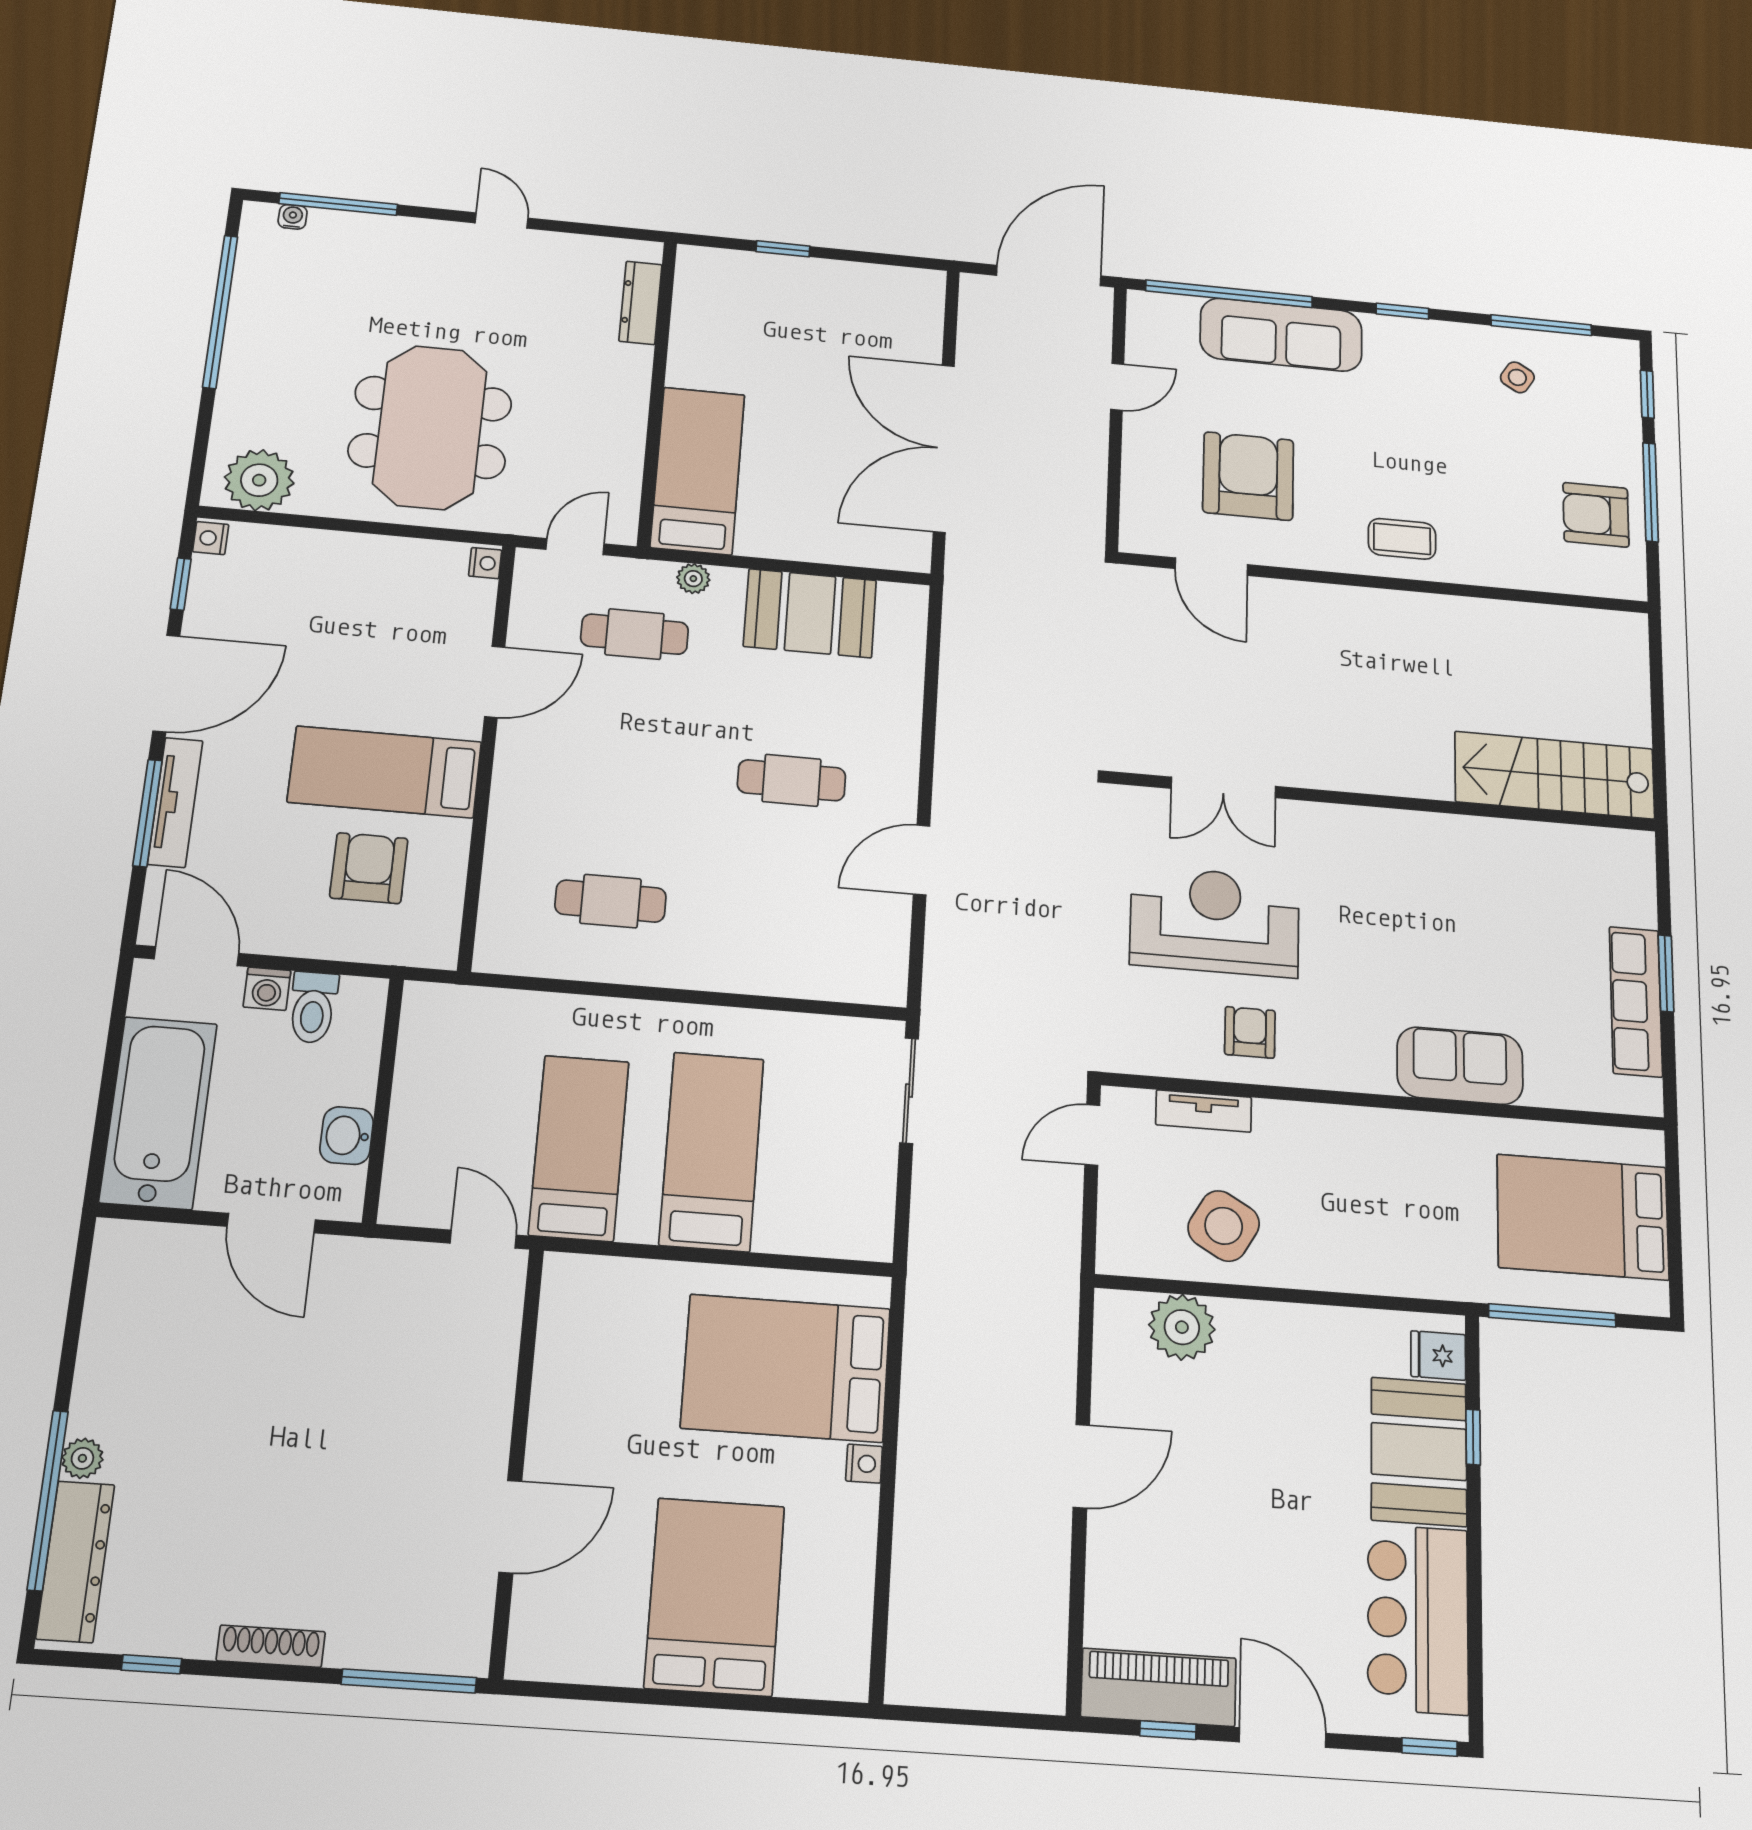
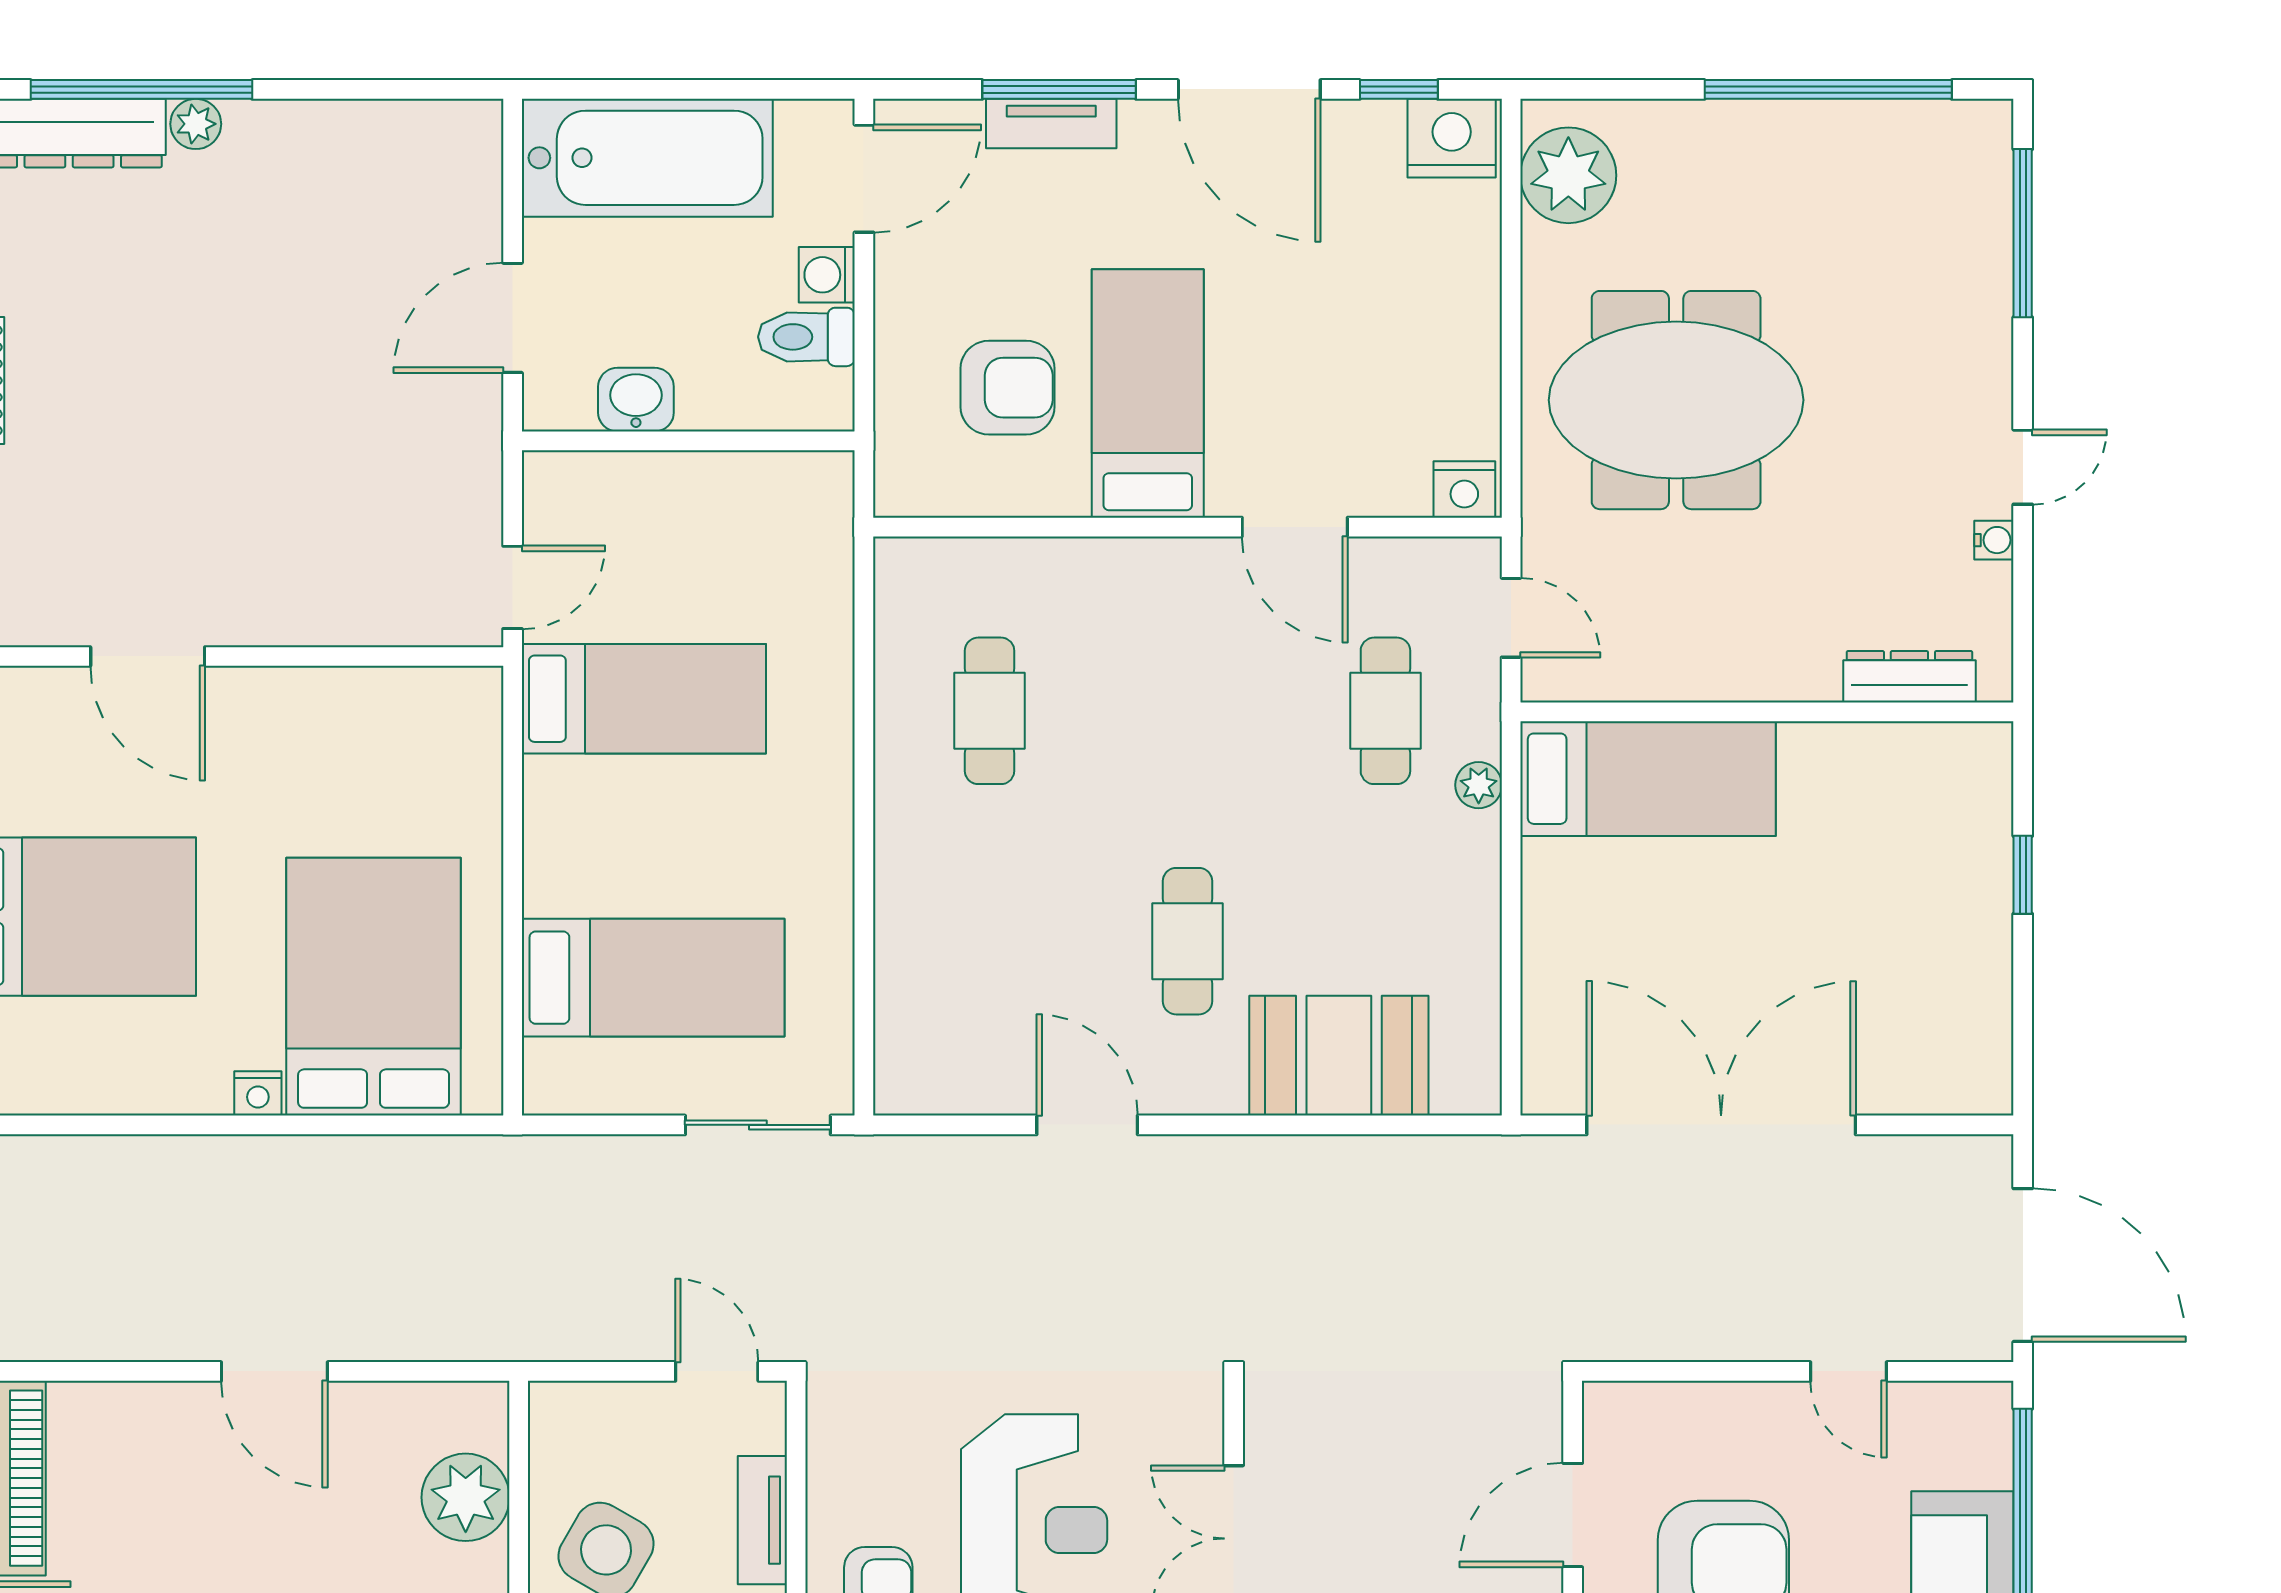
water cooler: (293, 217) -> (1994, 540), moved
nightstand: (211, 538) -> (1452, 138), width x1.89, depth x1.79
nightstand: (485, 563) -> (1464, 489), width x1.39, depth x1.35
booth: (810, 613) -> (1339, 1056), moved, turned 90
tv unit: (175, 802) -> (1051, 124), width x0.71
bed: (712, 1151) -> (653, 978), moved

